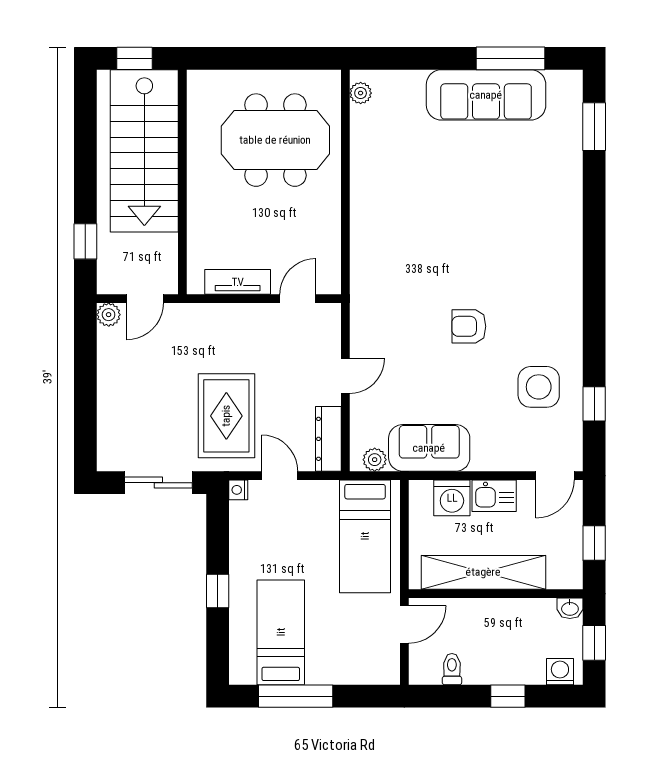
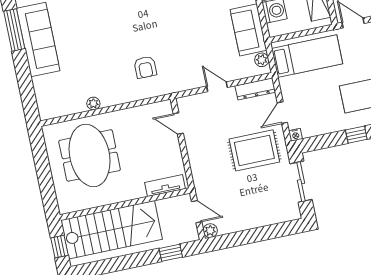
plant: (361, 93) -> (93, 103), moved
tv unit: (238, 282) -> (165, 186), moved, turned 90
armchair: (469, 326) -> (145, 67), moved

